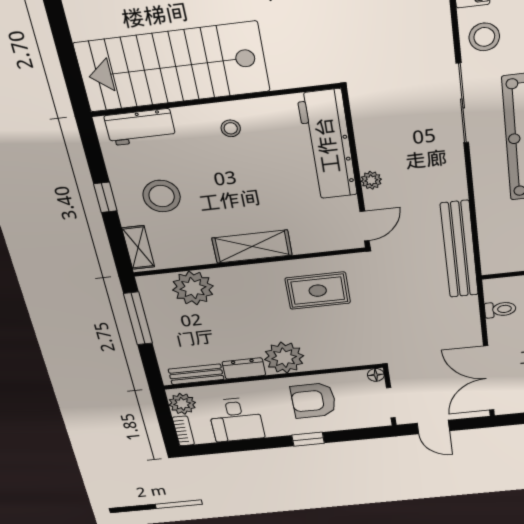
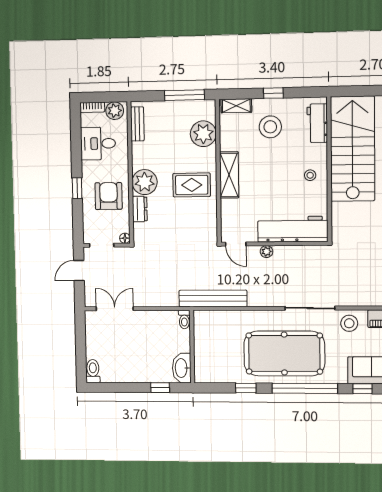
rug: (318, 291) -> (192, 185), moved, turned 90
toilet: (500, 309) -> (184, 319), moved
dresser: (244, 368) -> (140, 209), moved
double door: (489, 378) -> (115, 309), width x0.73

